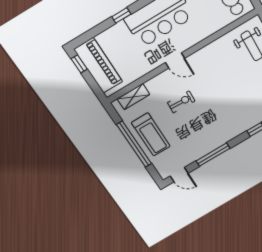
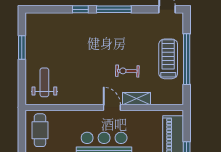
shelving: (133, 97) -> (136, 99), moved
window: (213, 155) -> (114, 9), moved

